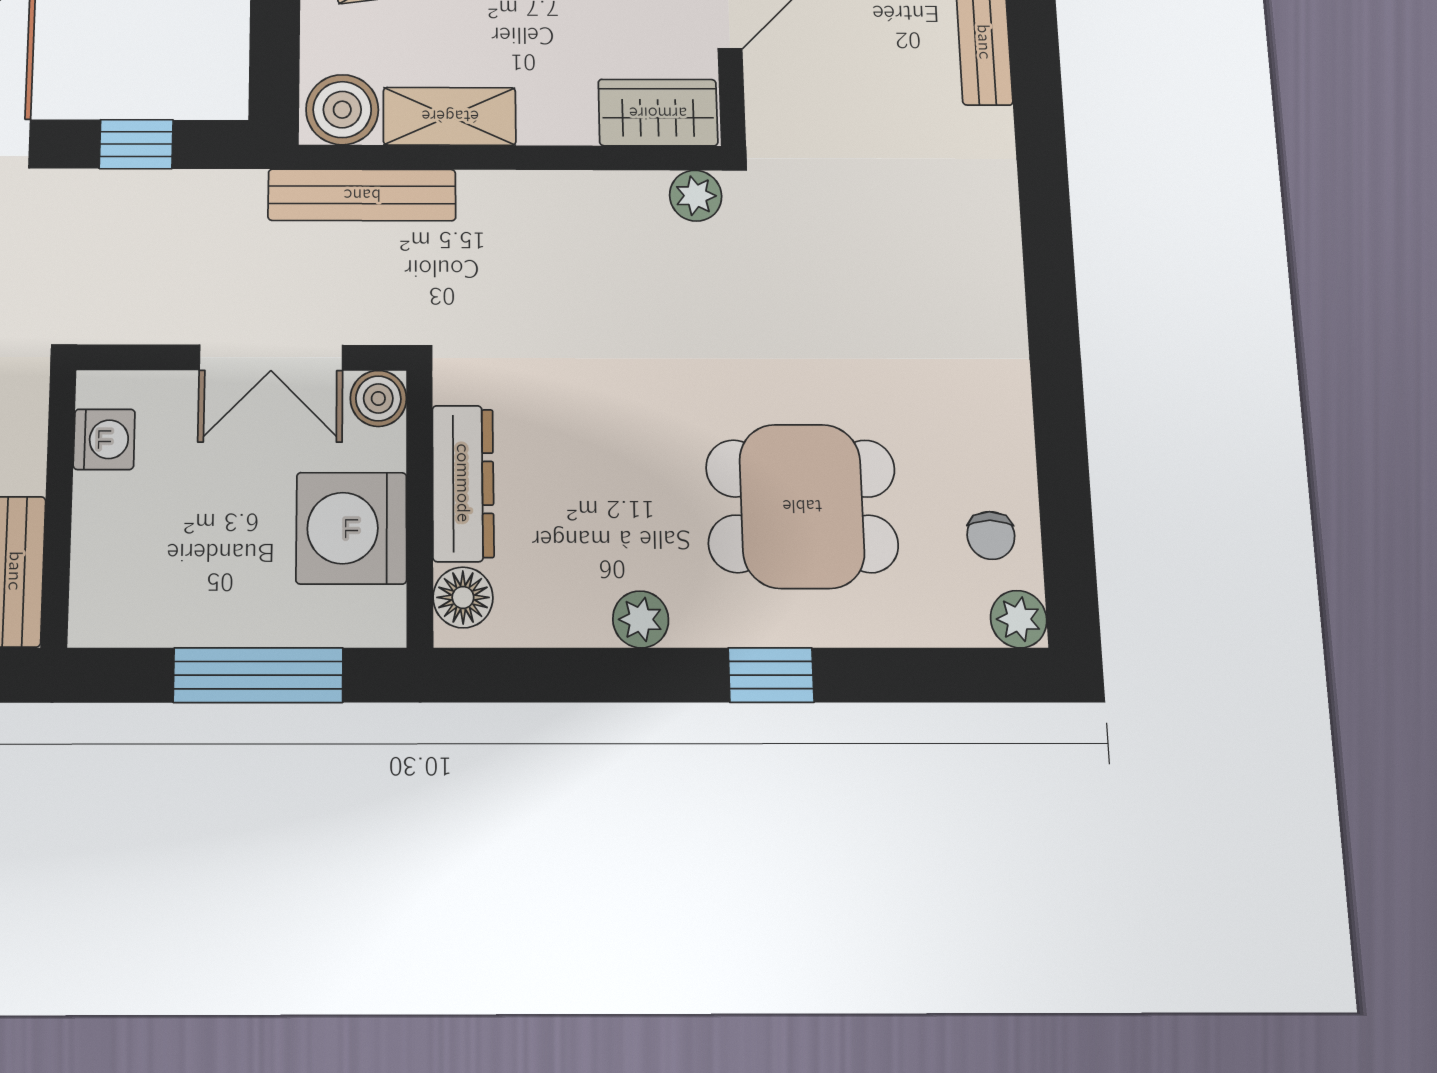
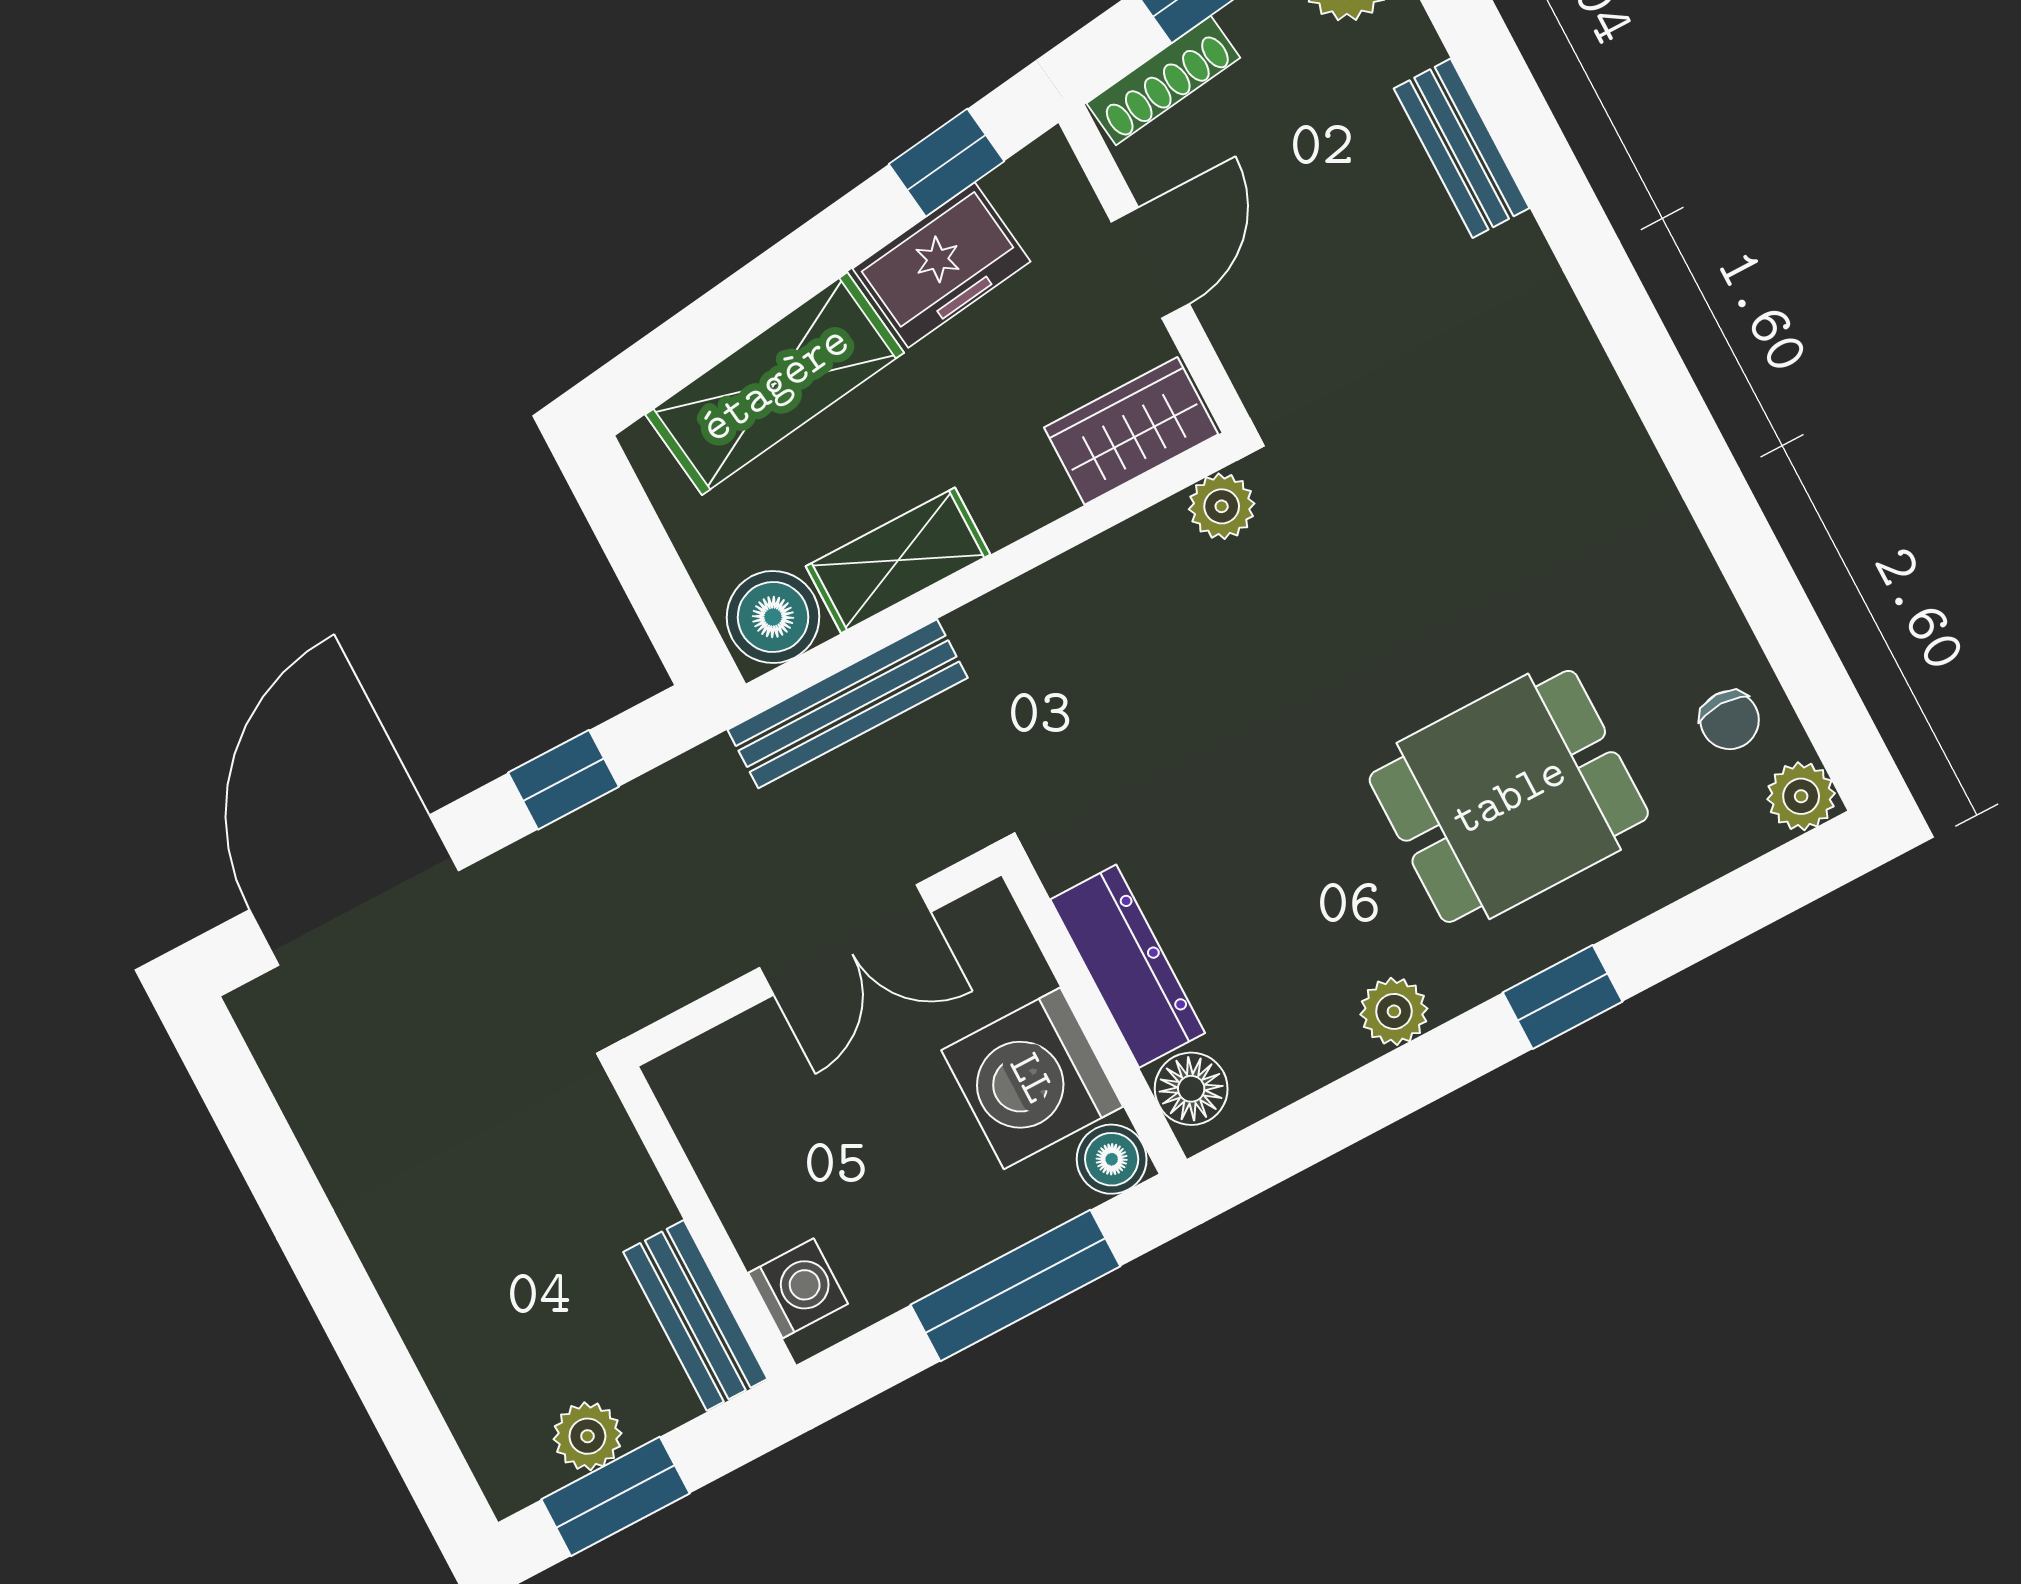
boiler: (378, 398) -> (1112, 1159), moved
washing machine: (104, 439) -> (798, 1288), moved

